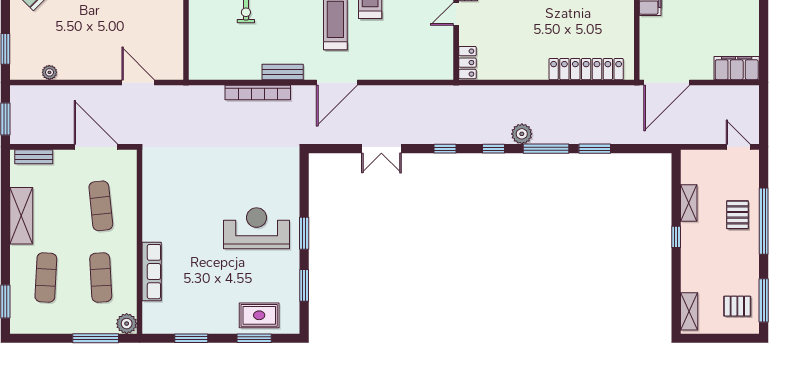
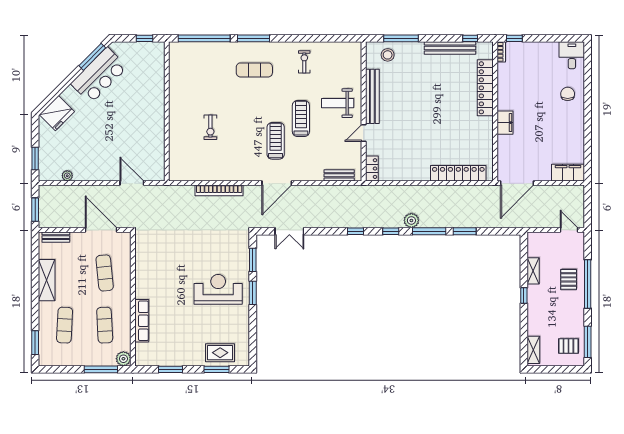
bench: (283, 72) -> (339, 175), moved
double door: (381, 149) -> (289, 231), moved
window: (304, 285) -> (253, 260), moved

